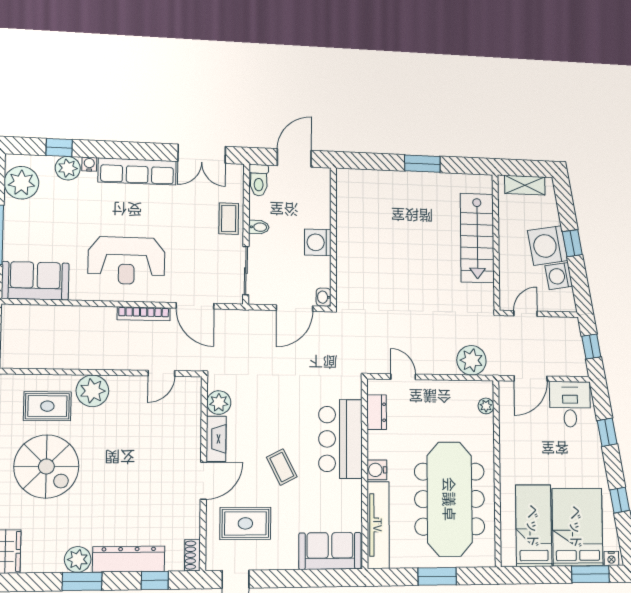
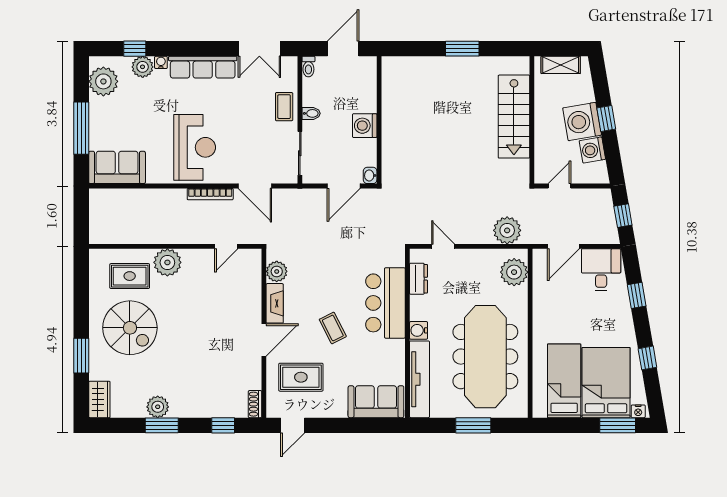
toilet: (259, 180) -> (308, 67), width x0.73, depth x0.72
reception desk: (126, 261) -> (195, 147), turned -90
plant: (486, 406) -> (514, 272), width x1.87, depth x1.87
dresser: (129, 559) -> (201, 407), removed

